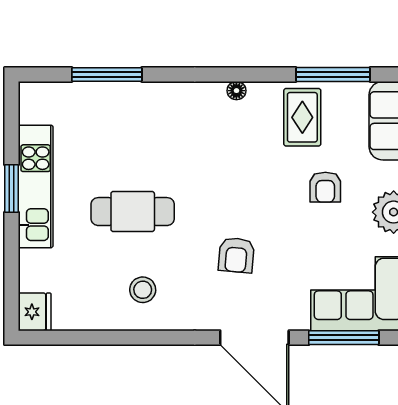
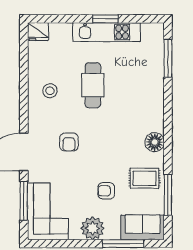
window: (107, 74) -> (168, 58), moved
floor lamp: (236, 91) -> (155, 142), width x1.89, depth x1.89
armchair: (236, 255) -> (69, 142), turned -95

